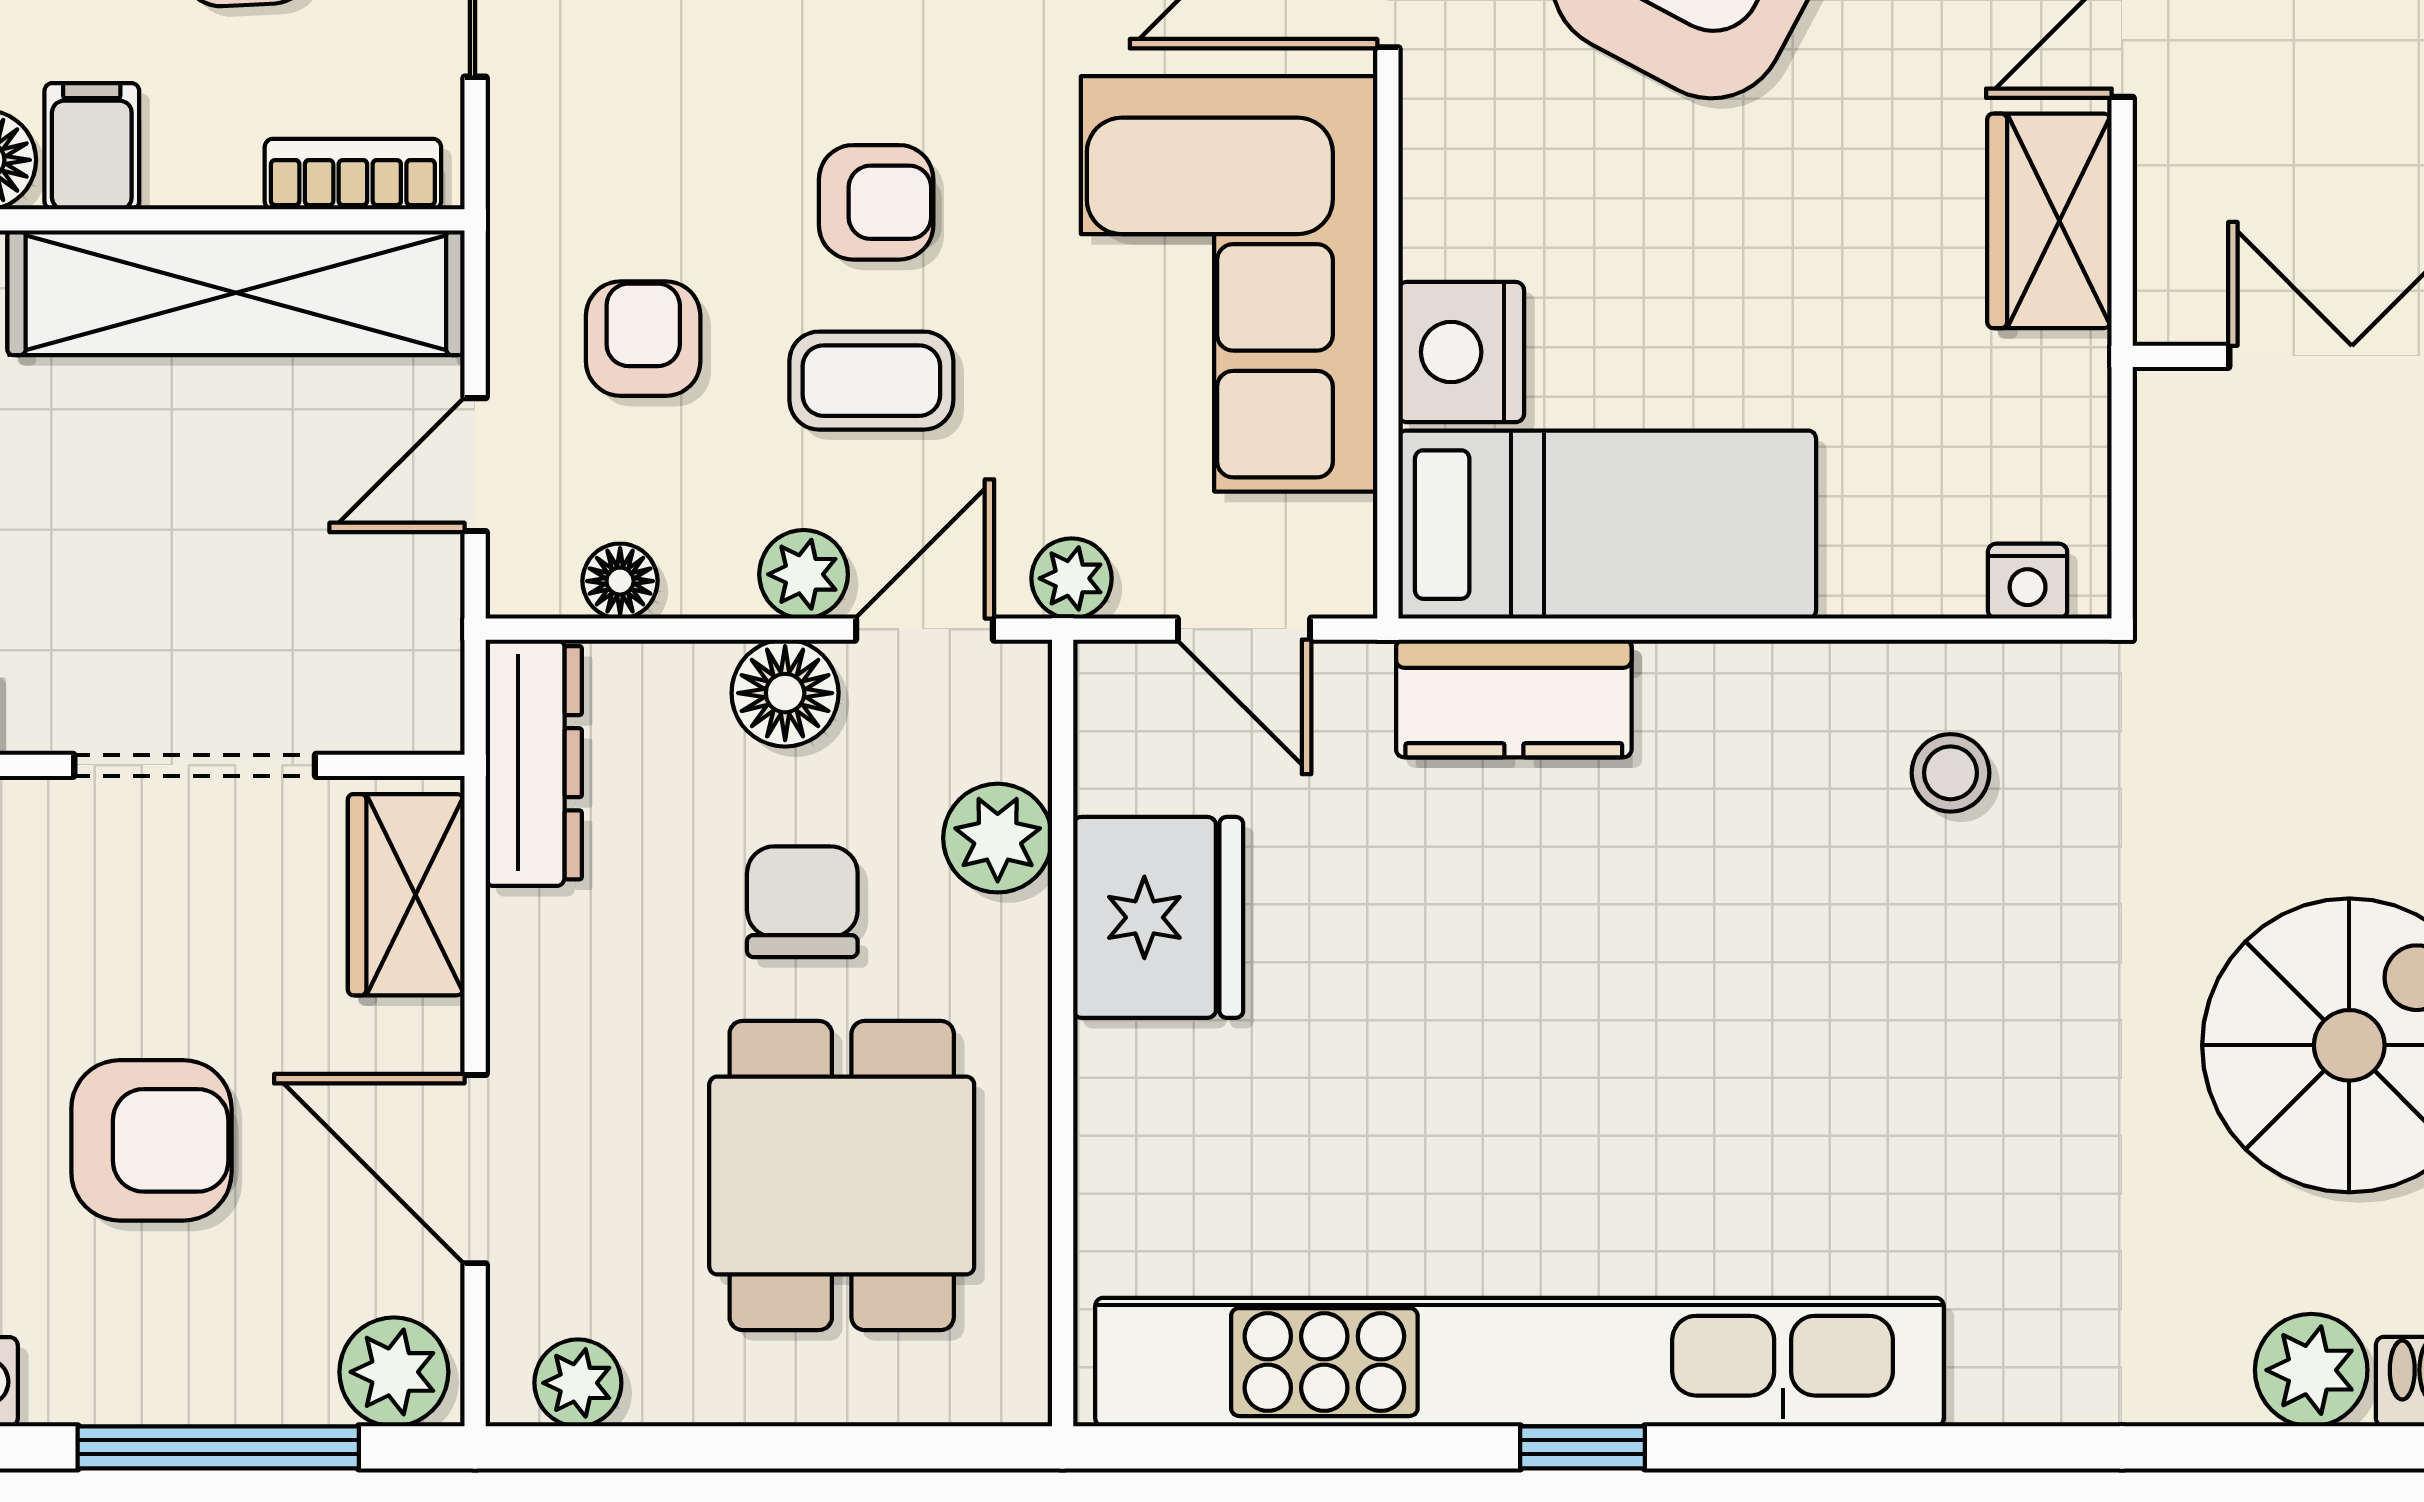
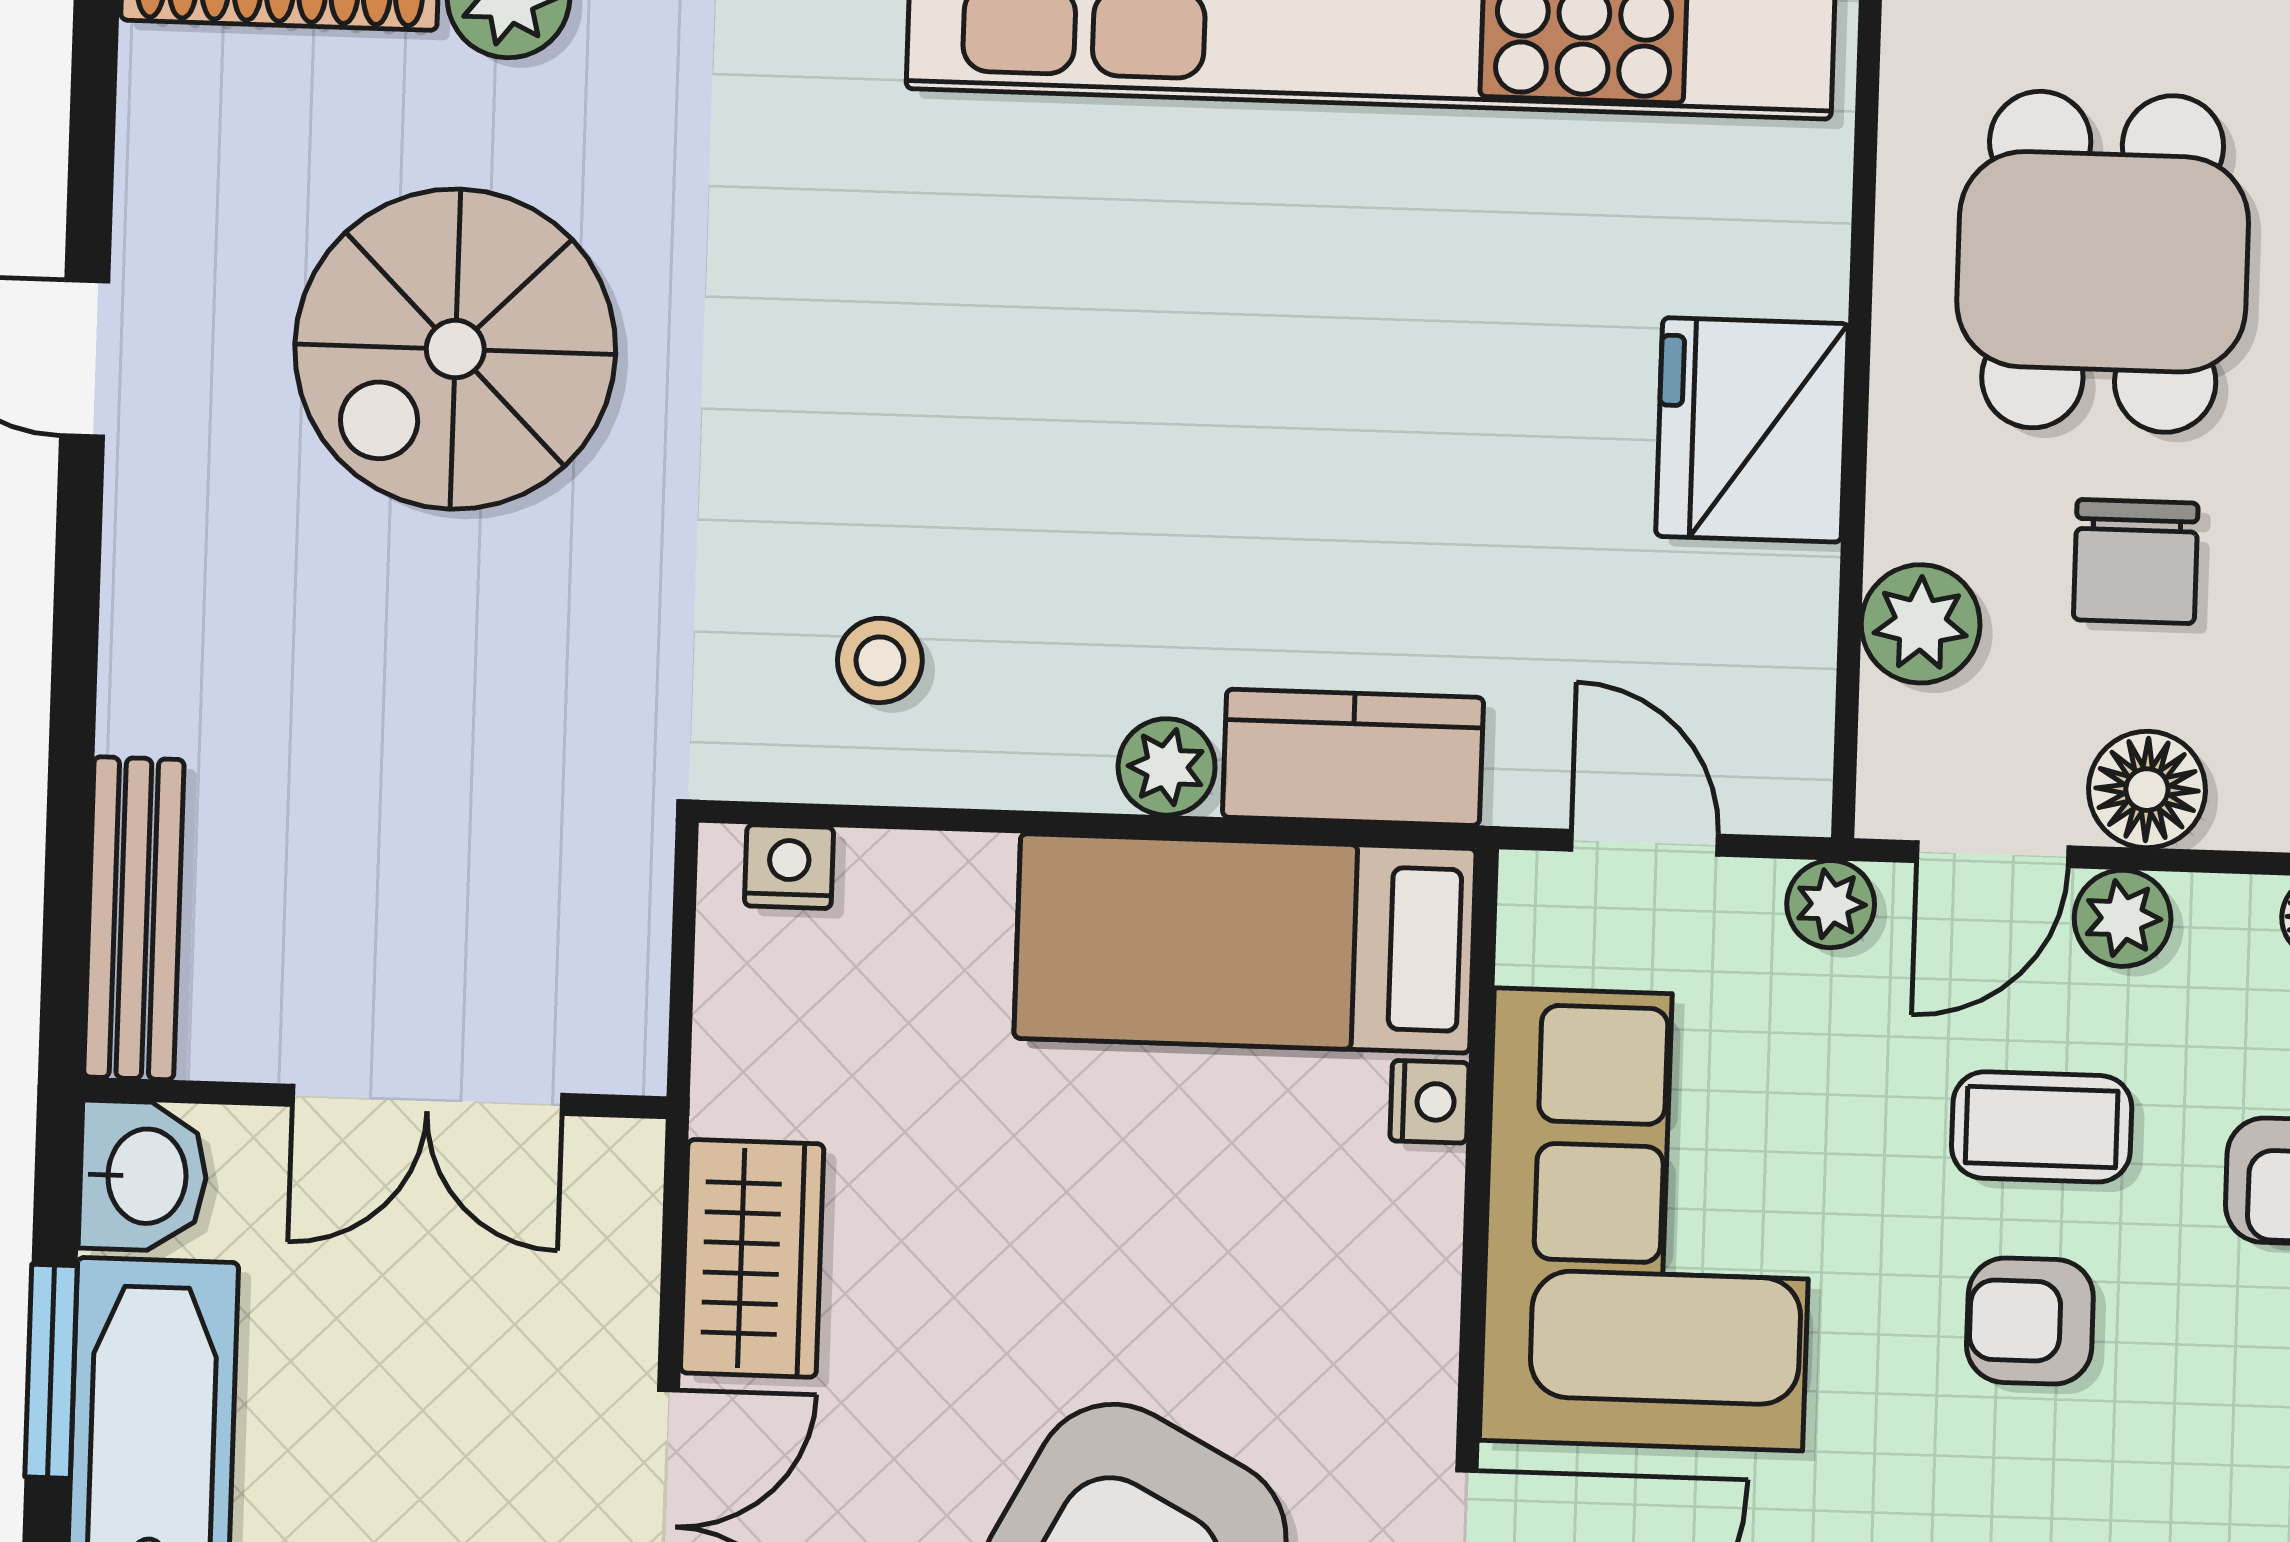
nightstand: (1461, 352) -> (1429, 1102), width x0.53, depth x0.56
plant: (1684, 684) -> (1167, 767), added
fridge: (1158, 917) -> (1752, 430), moved

